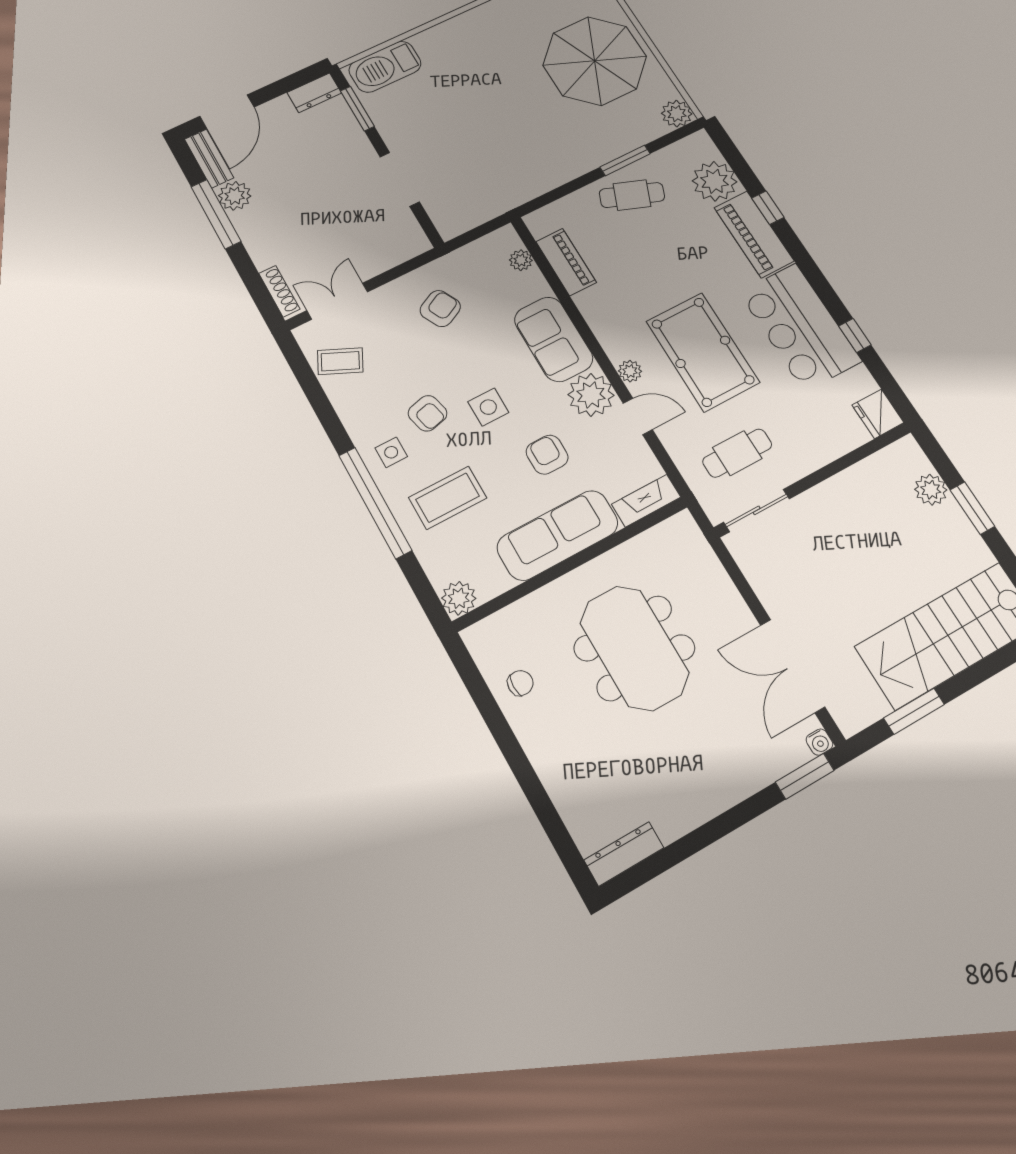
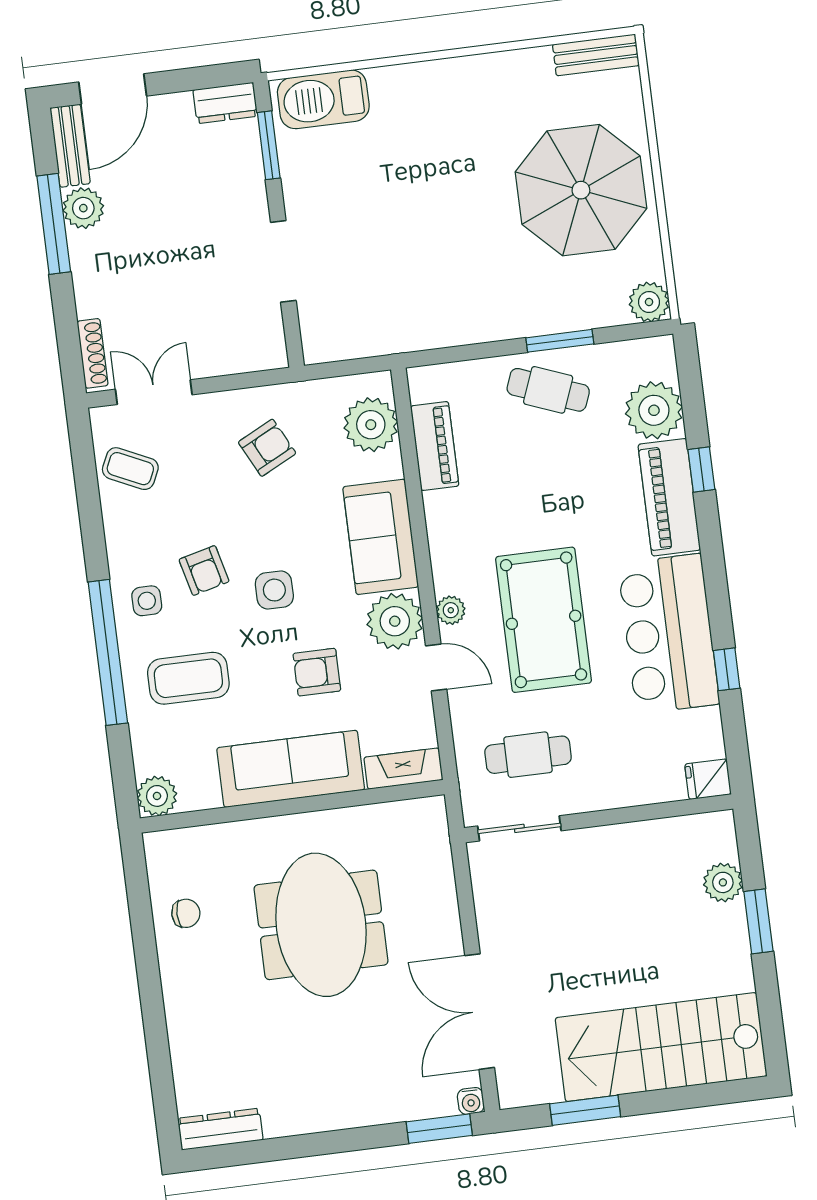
plant: (521, 260) -> (371, 425), width x1.88, depth x1.88
fridge: (878, 414) -> (708, 779), width x0.72
armchair: (547, 455) -> (317, 672), turned -90

